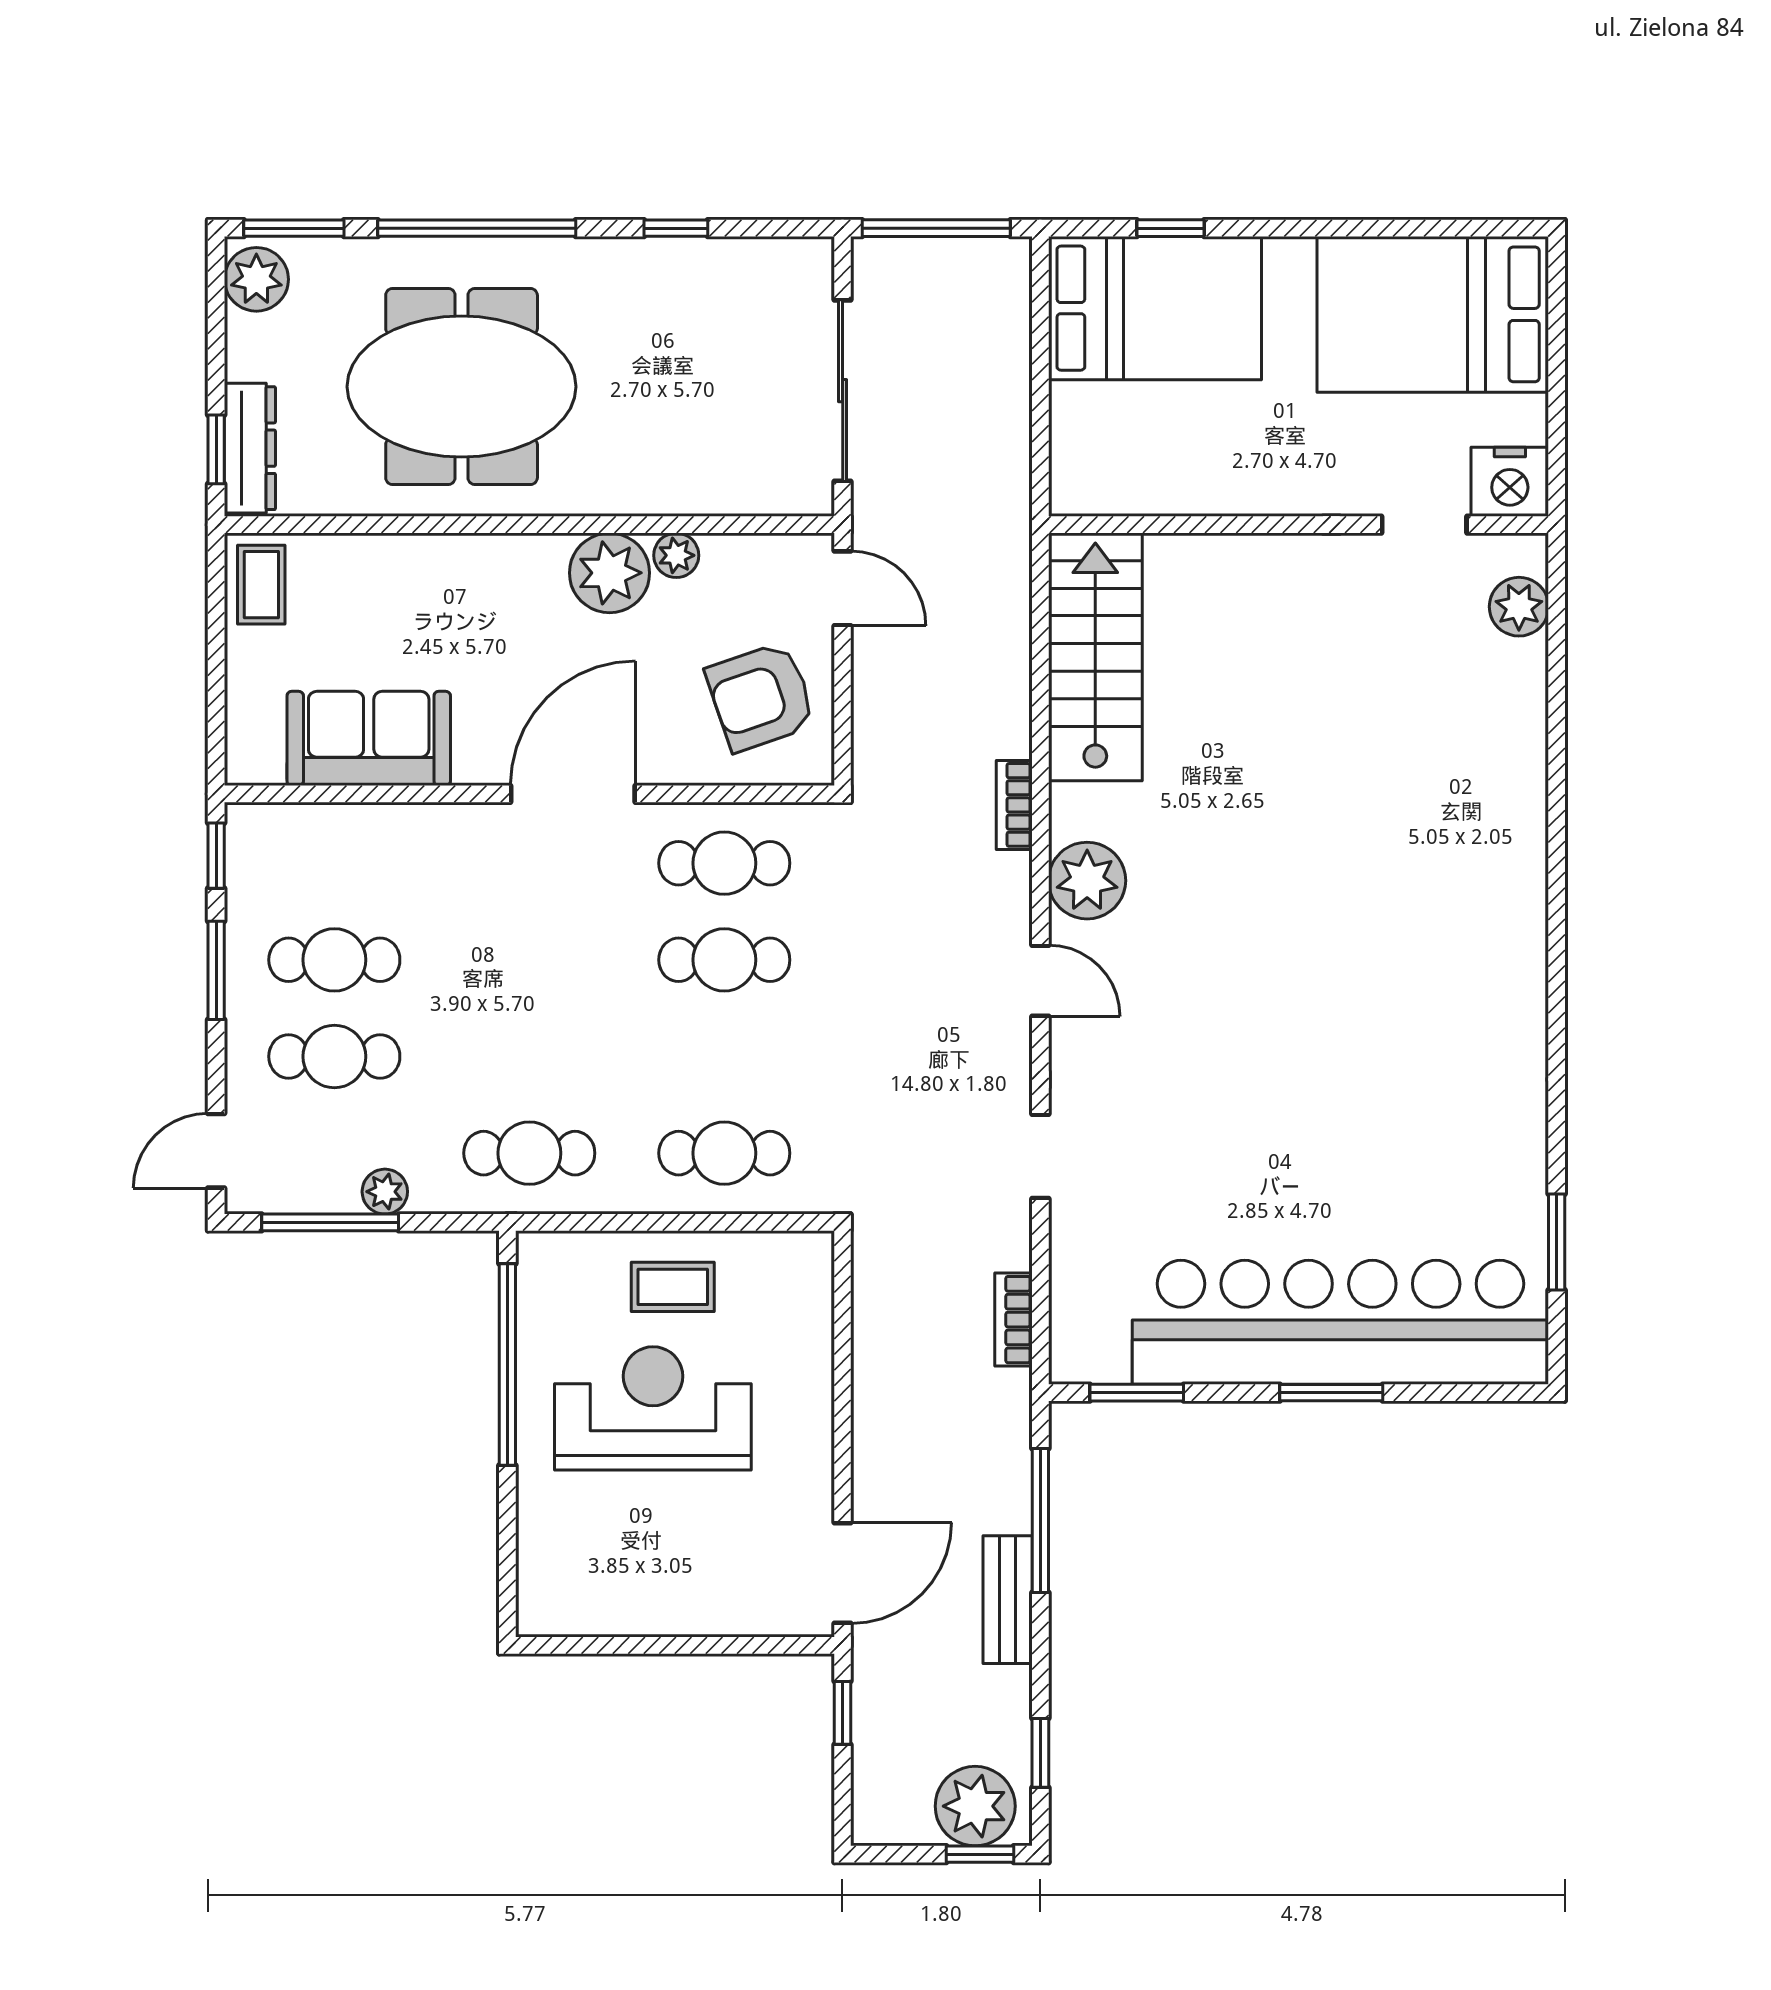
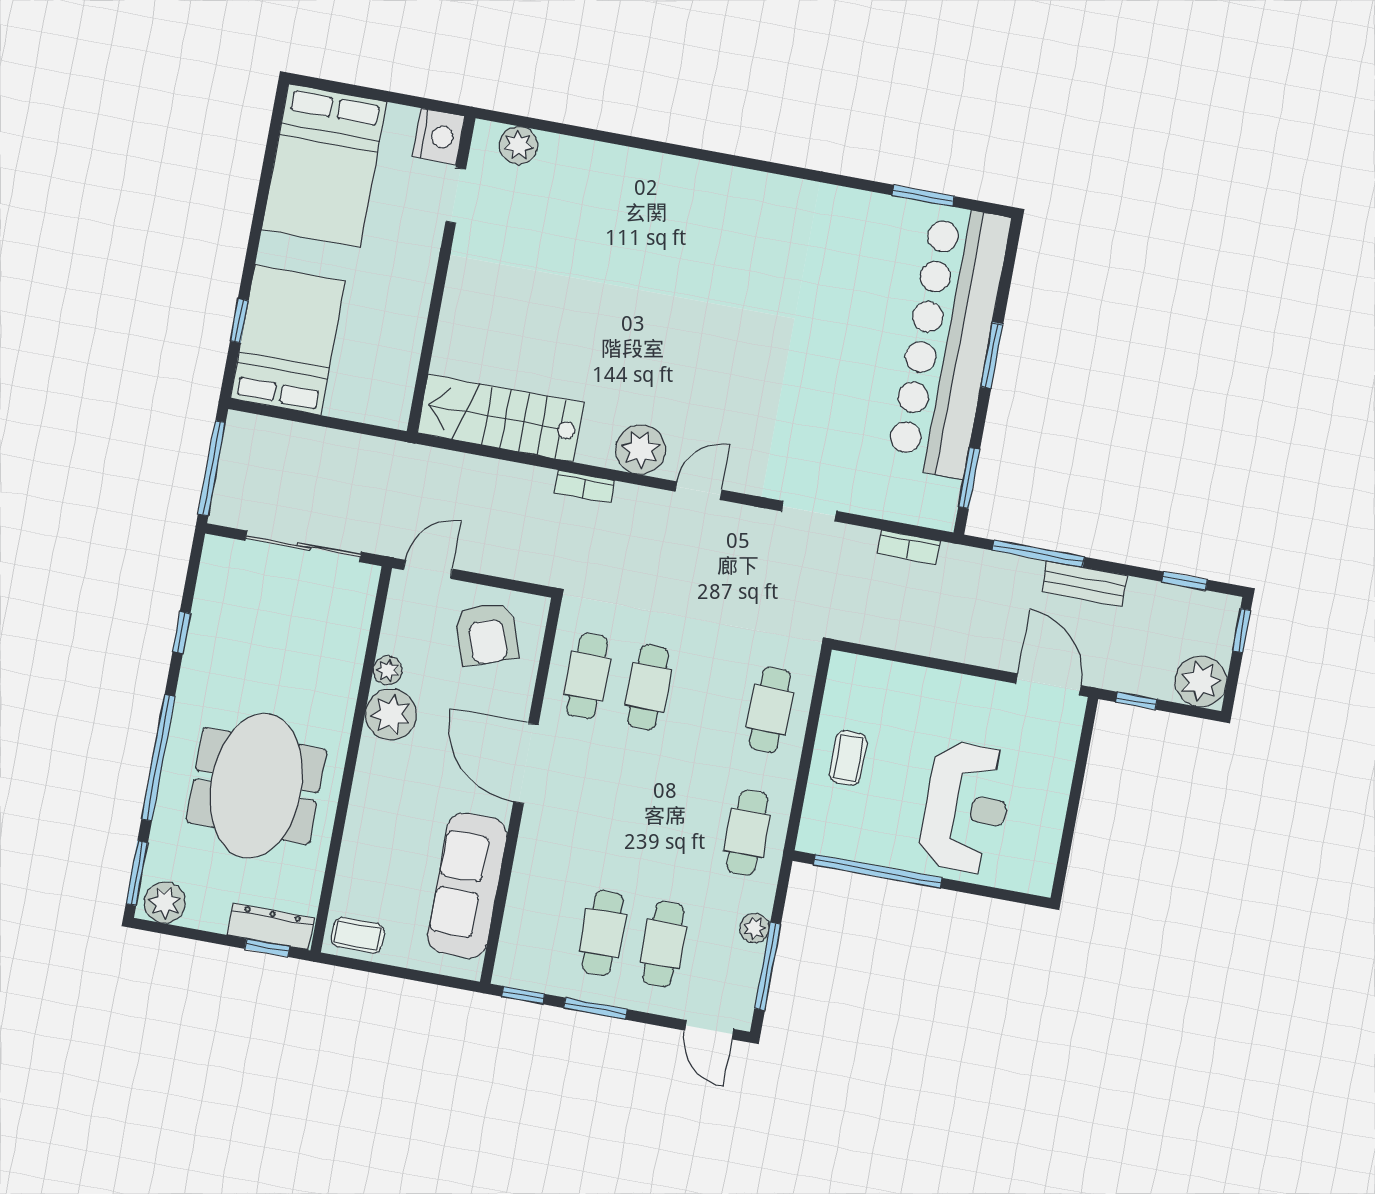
sofa: (369, 738) -> (467, 885), width x1.36
reception desk: (653, 1408) -> (966, 807), moved, turned 180
plant: (975, 1806) -> (1201, 681), moved

